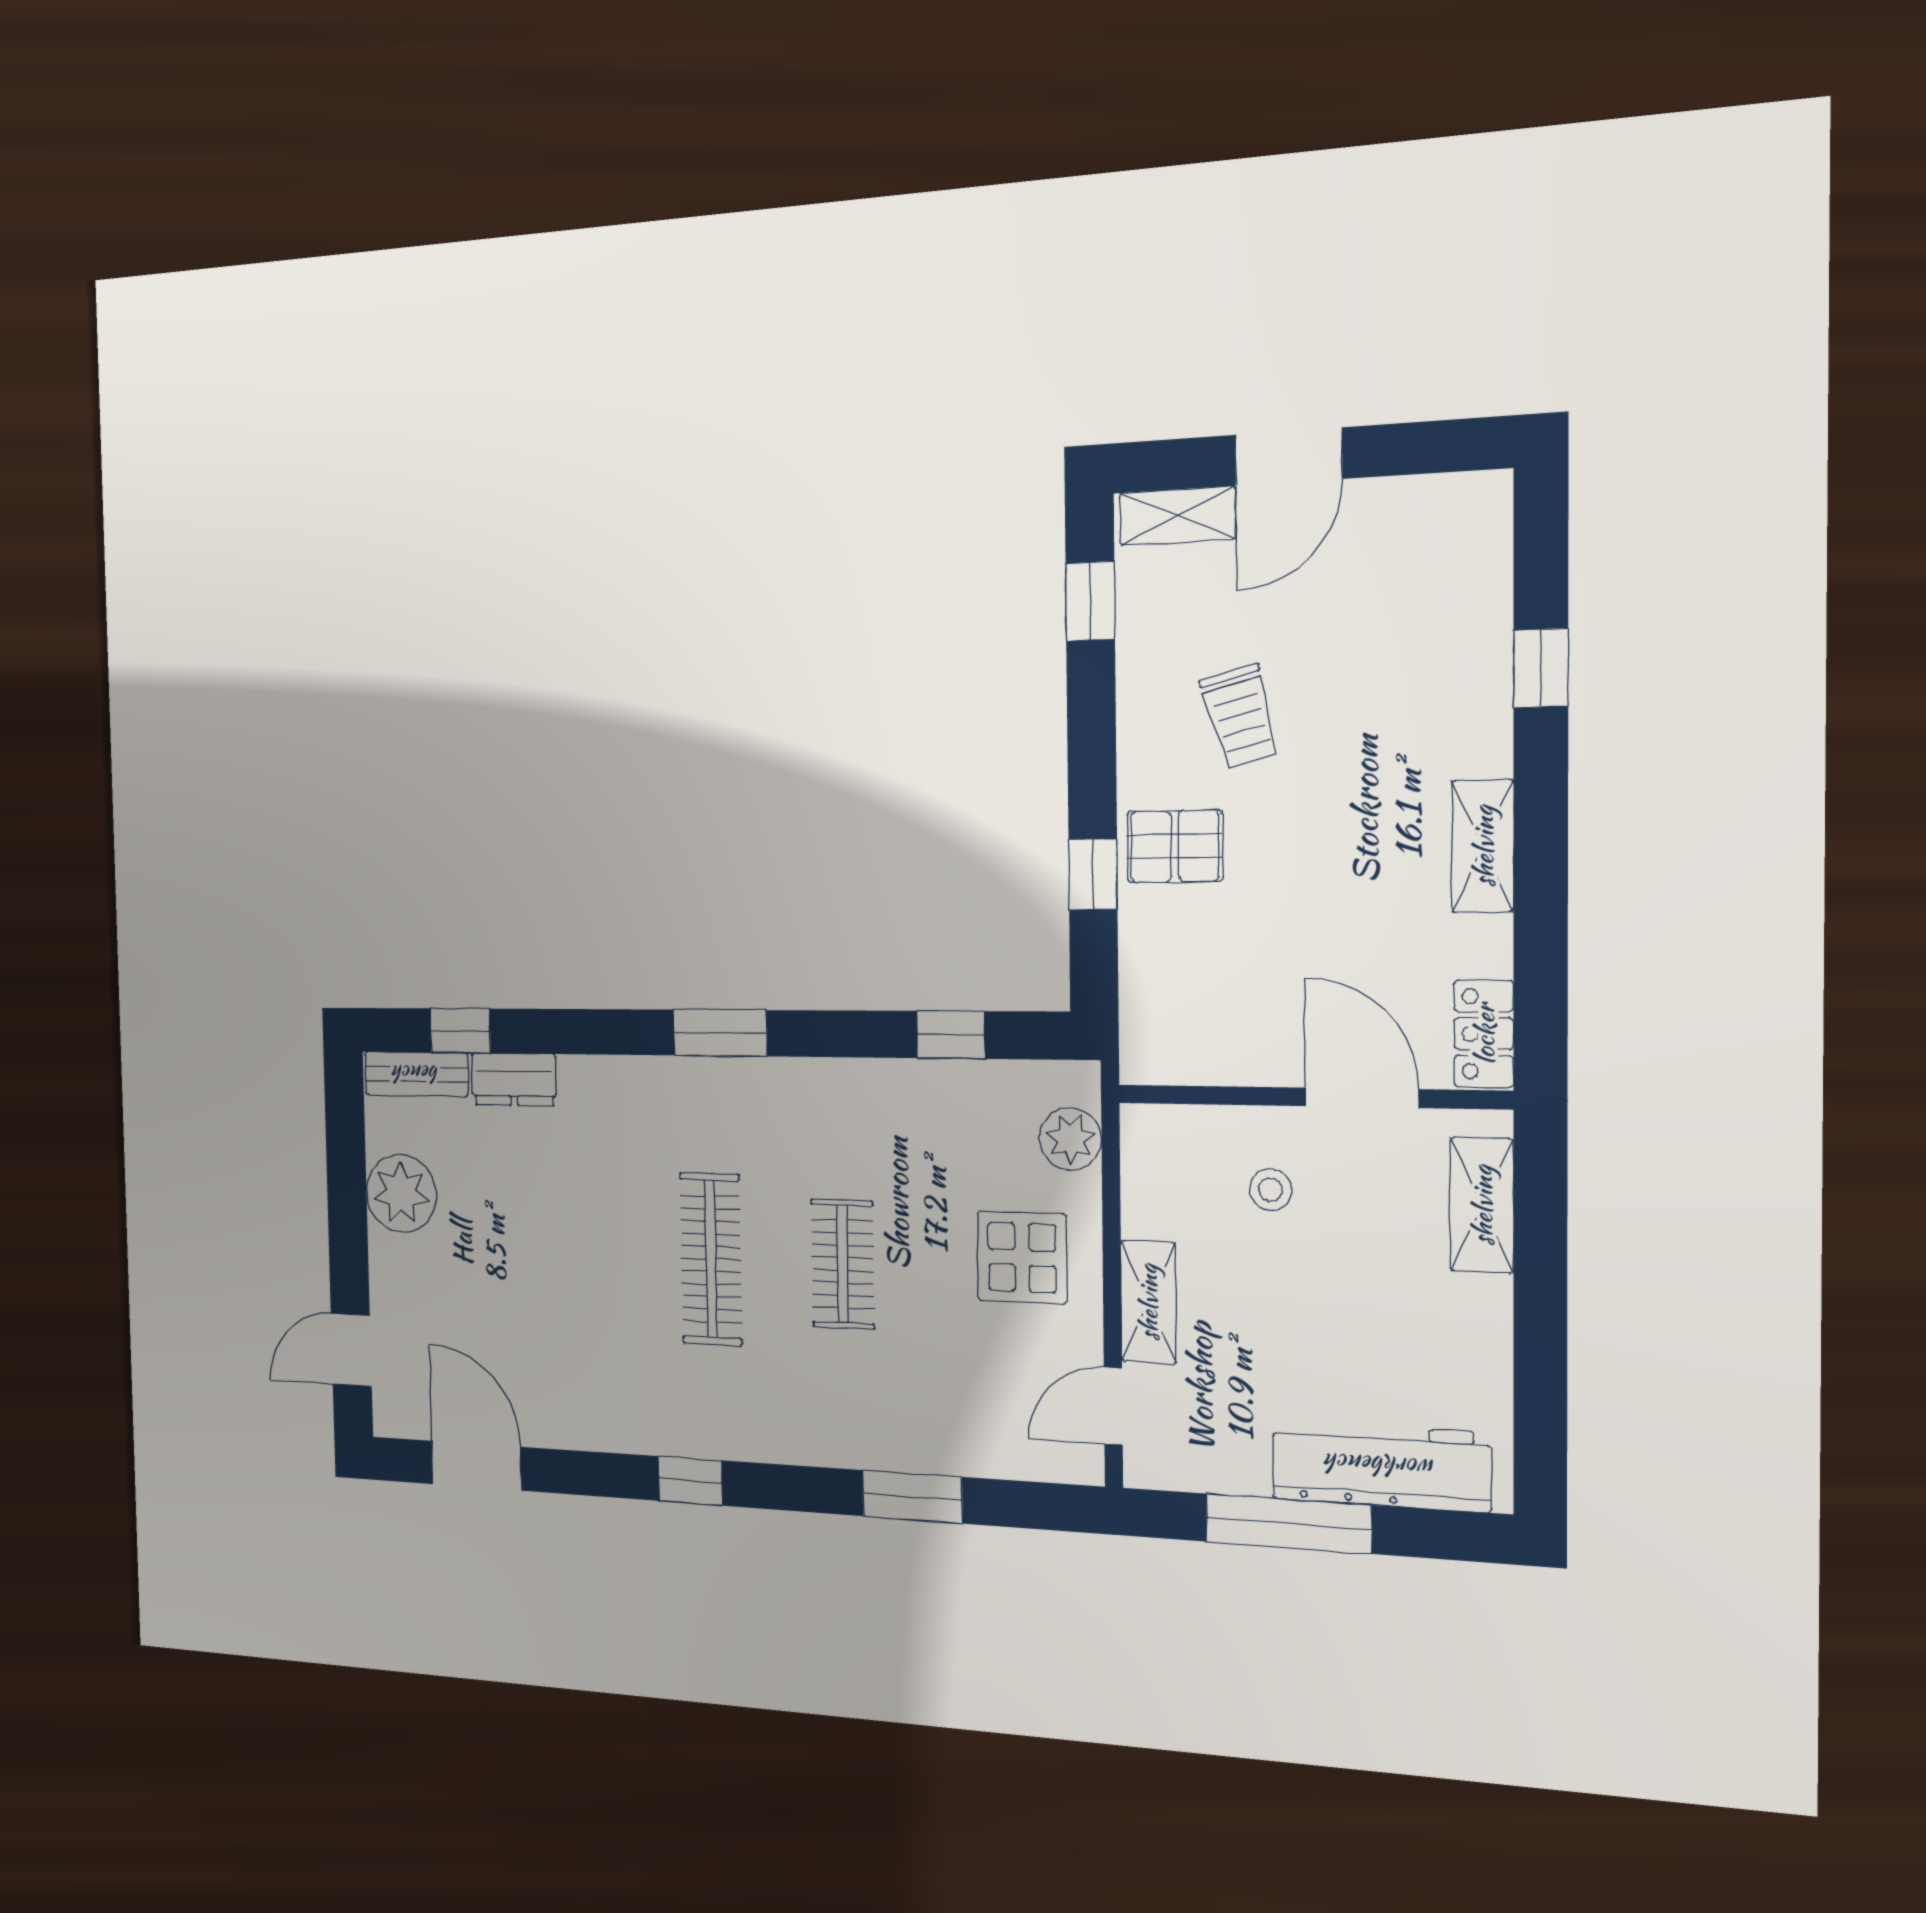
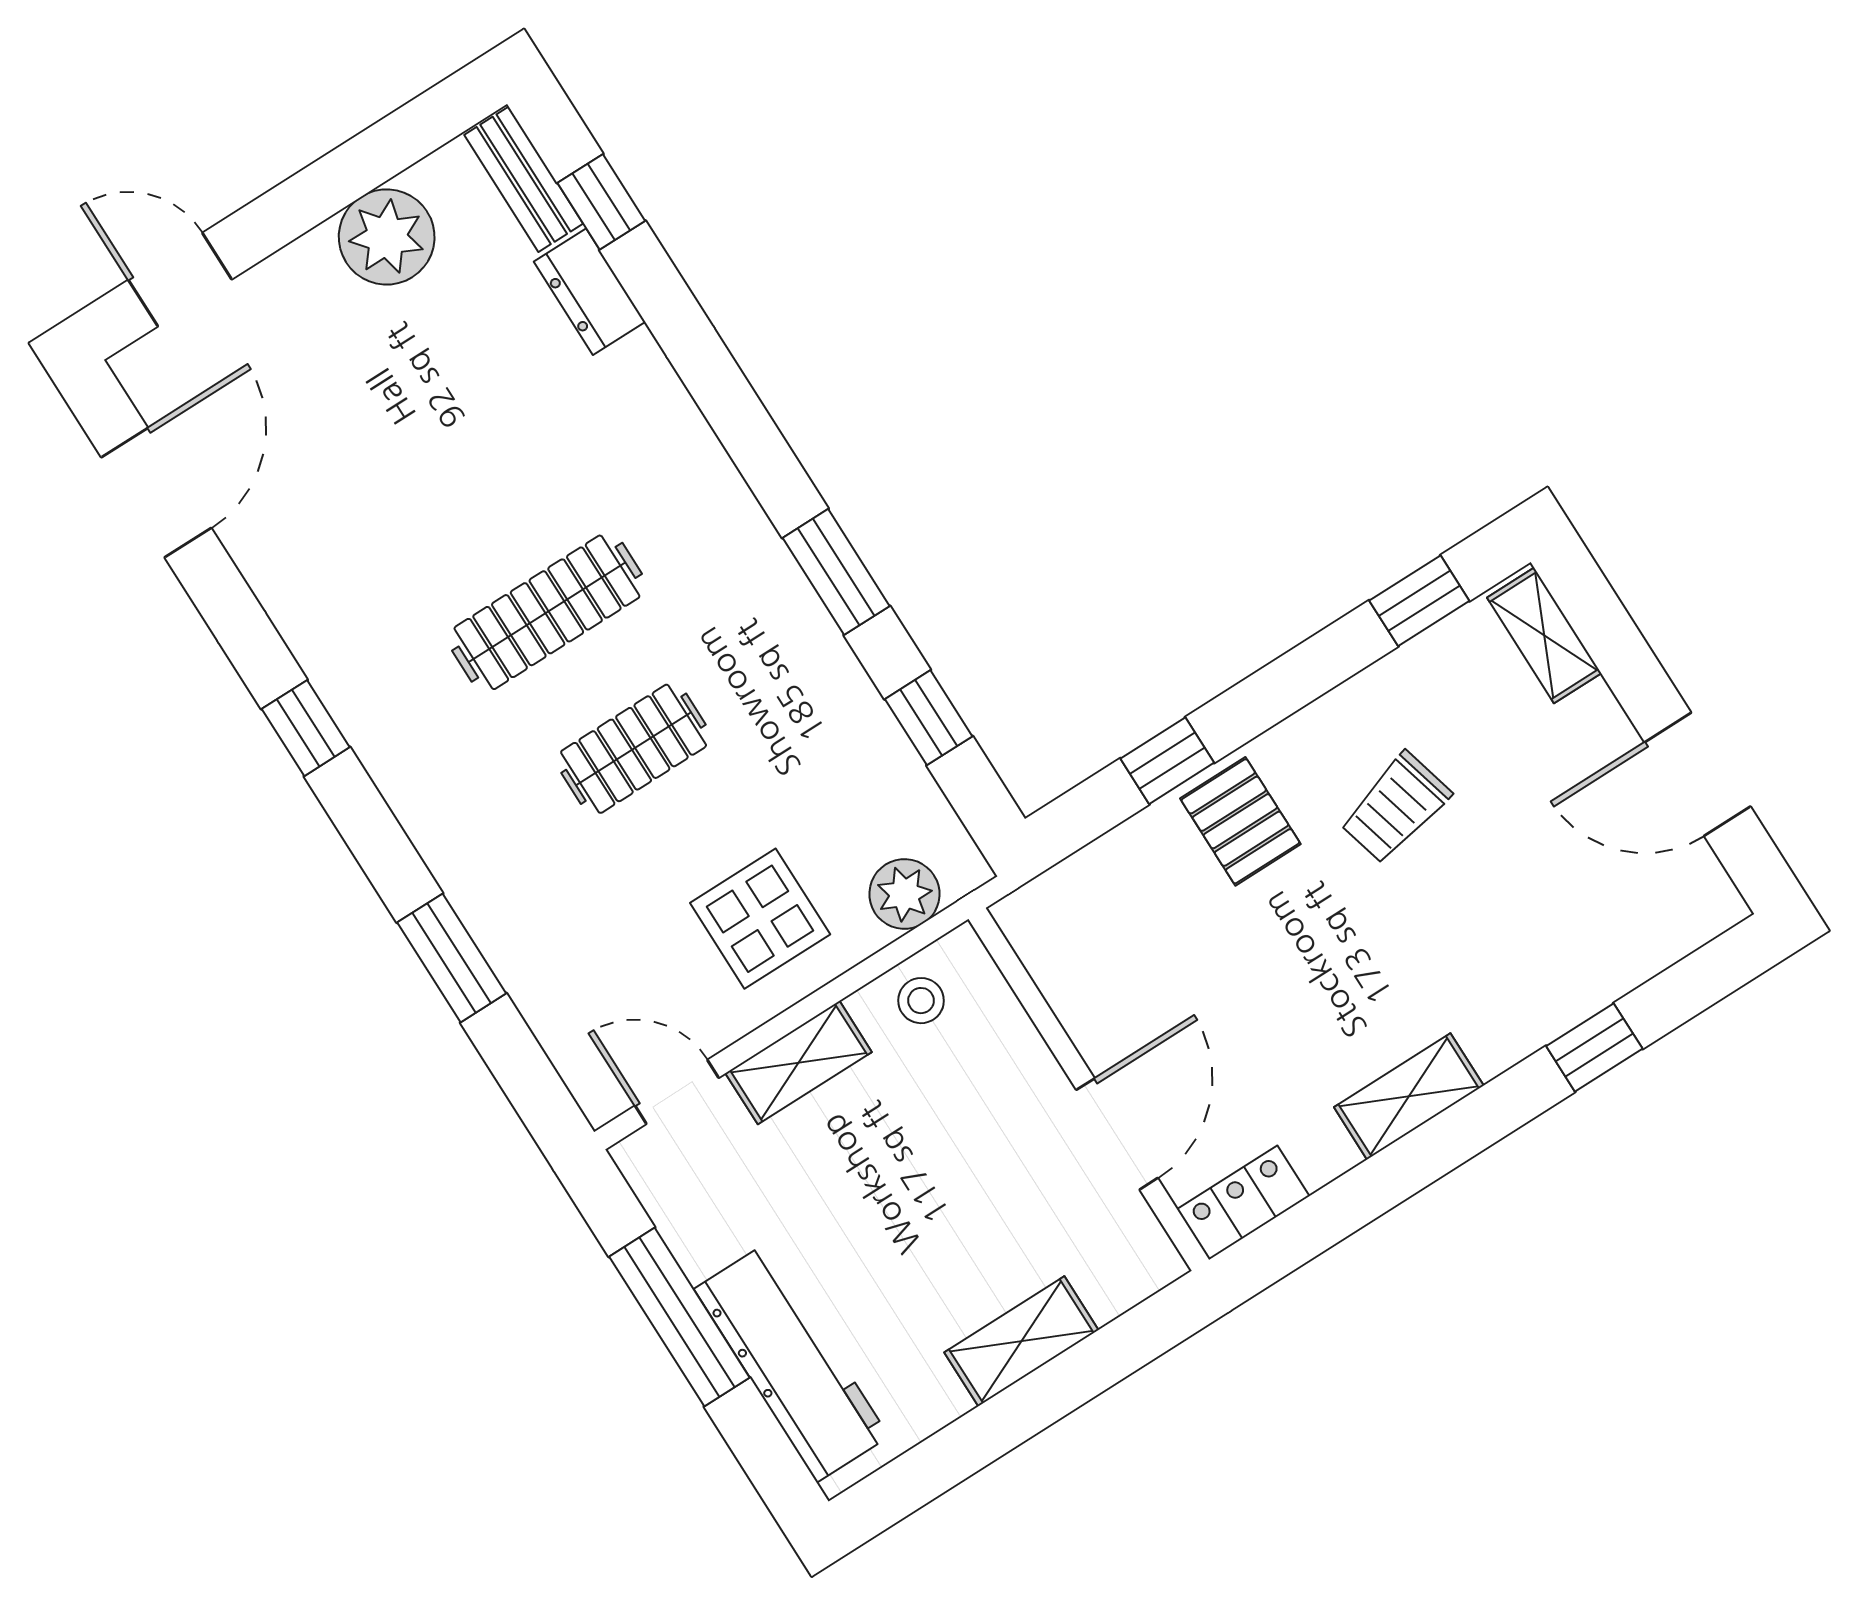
door: (1288, 457) -> (1698, 774), moved
window: (720, 1033) -> (836, 572), moved
stool: (1271, 1190) -> (921, 1001), moved
shelving: (1482, 1205) -> (1021, 1341), moved

